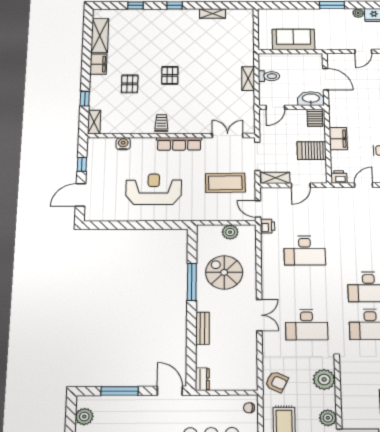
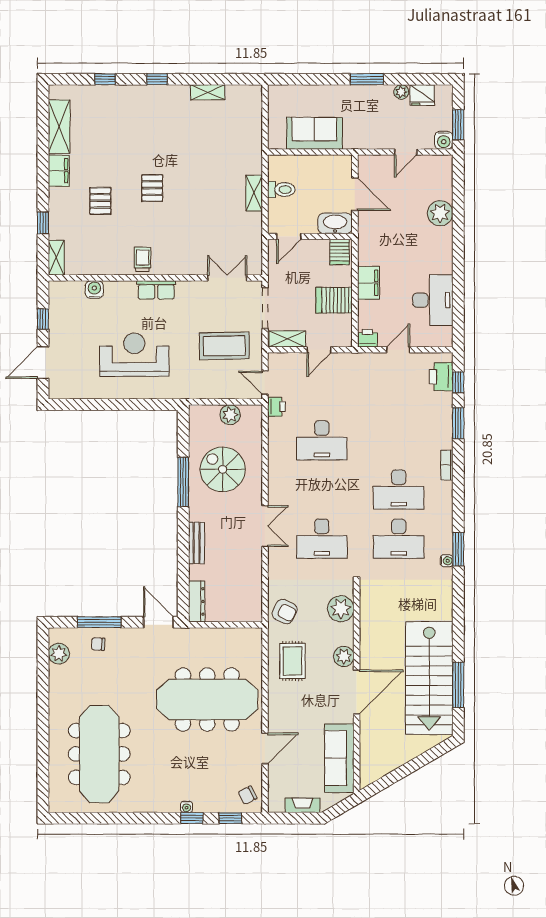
row of seats: (179, 144) -> (156, 290), width x0.68
dresser: (202, 379) -> (197, 601), width x1.44
chair: (249, 408) -> (98, 644), moved

